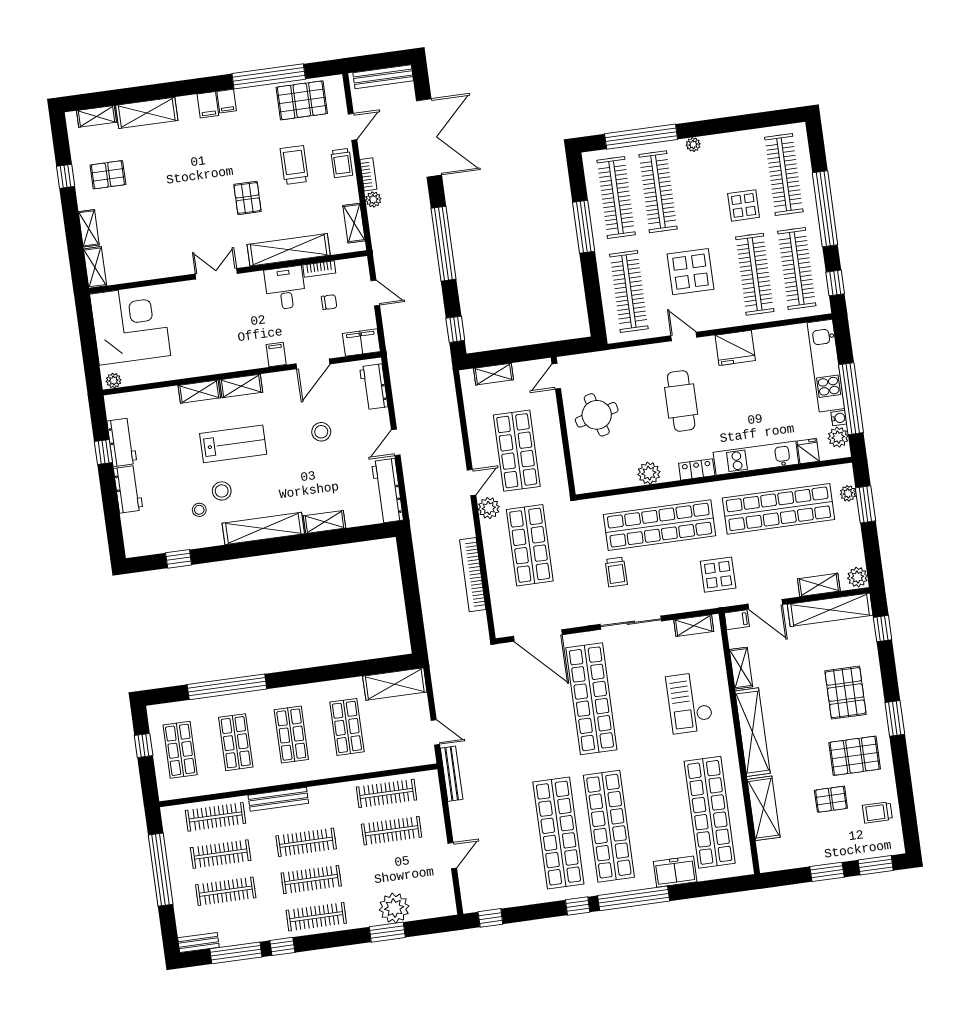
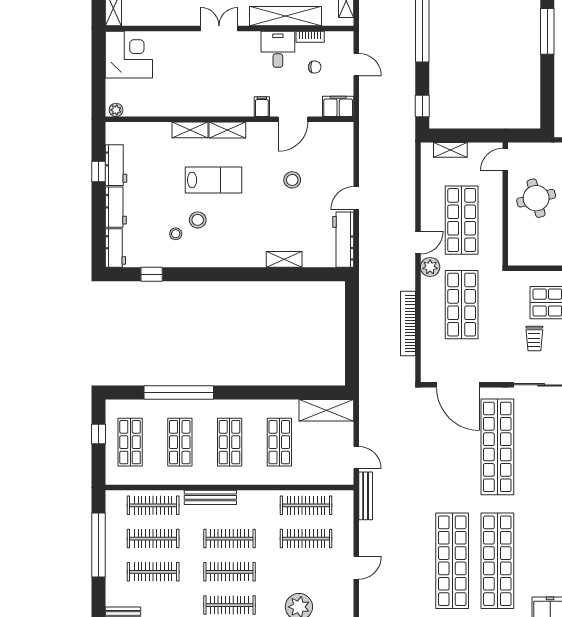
corner desk: (130, 325) -> (129, 55), width x0.74, depth x0.74
workbench: (374, 387) -> (115, 248), moved, turned 180
shelving: (263, 528) -> (230, 258), removed

